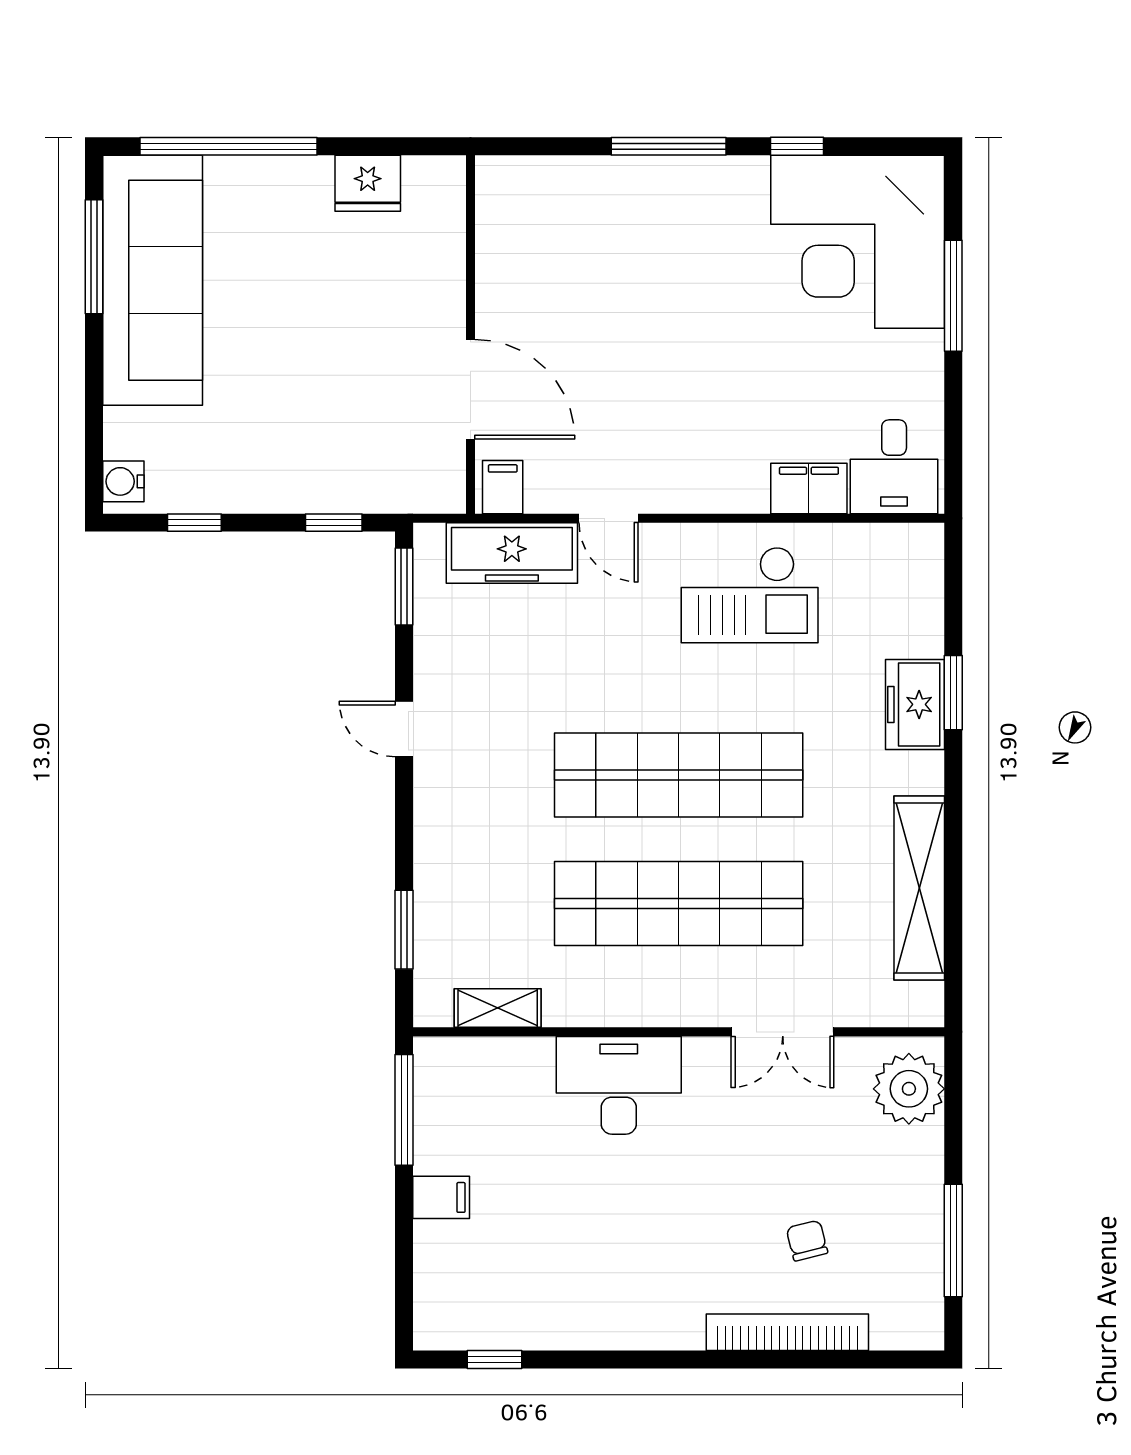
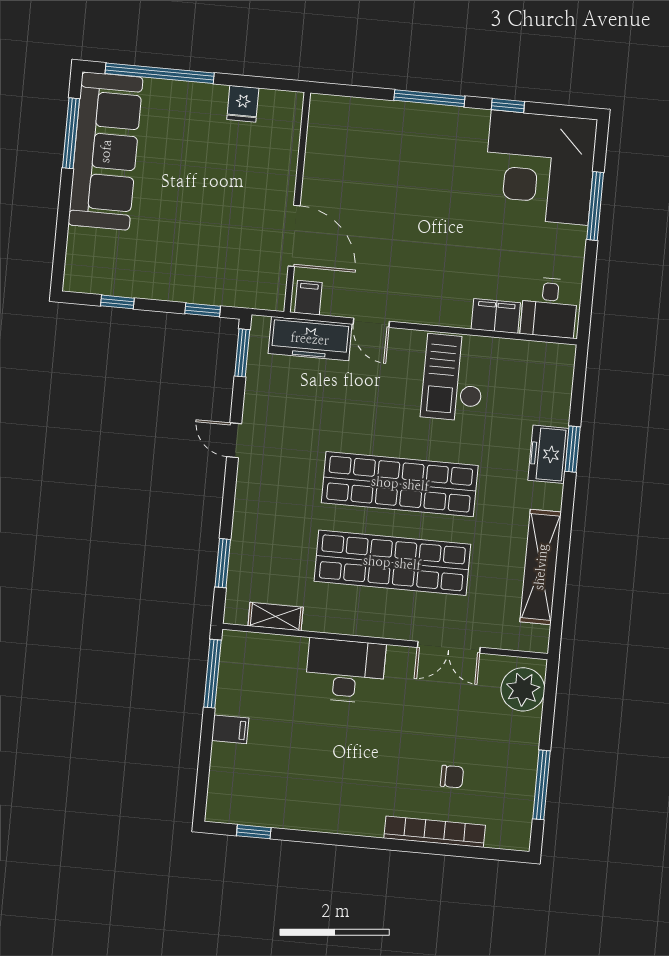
fridge: (368, 183) -> (243, 104), width x0.72
water cooler: (123, 481) -> (76, 273), removed
checkout: (750, 595) -> (453, 378), turned 90
chair: (807, 1241) -> (452, 777), turned 104

